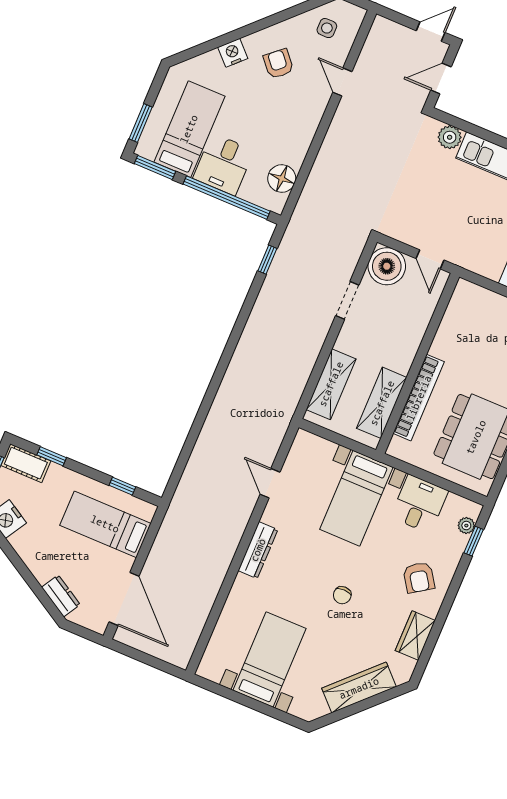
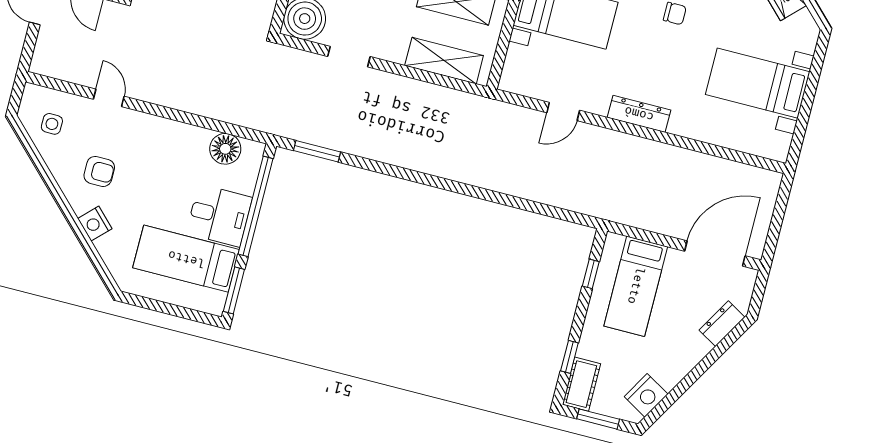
armchair: (278, 64) -> (99, 171), turned -139
door: (342, 82) -> (109, 98), swing flipped
window: (141, 123) -> (187, 314), removed
window: (267, 260) -> (317, 151), width x1.50

